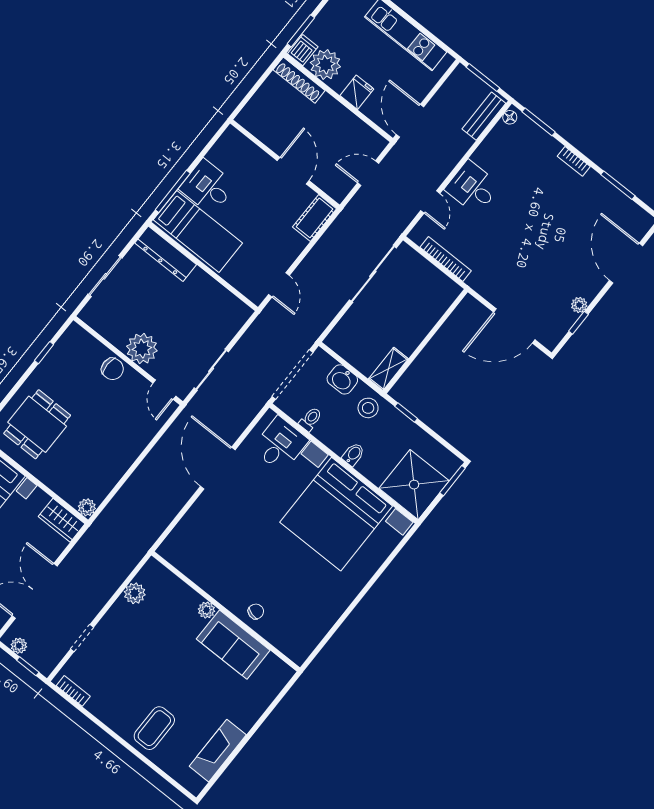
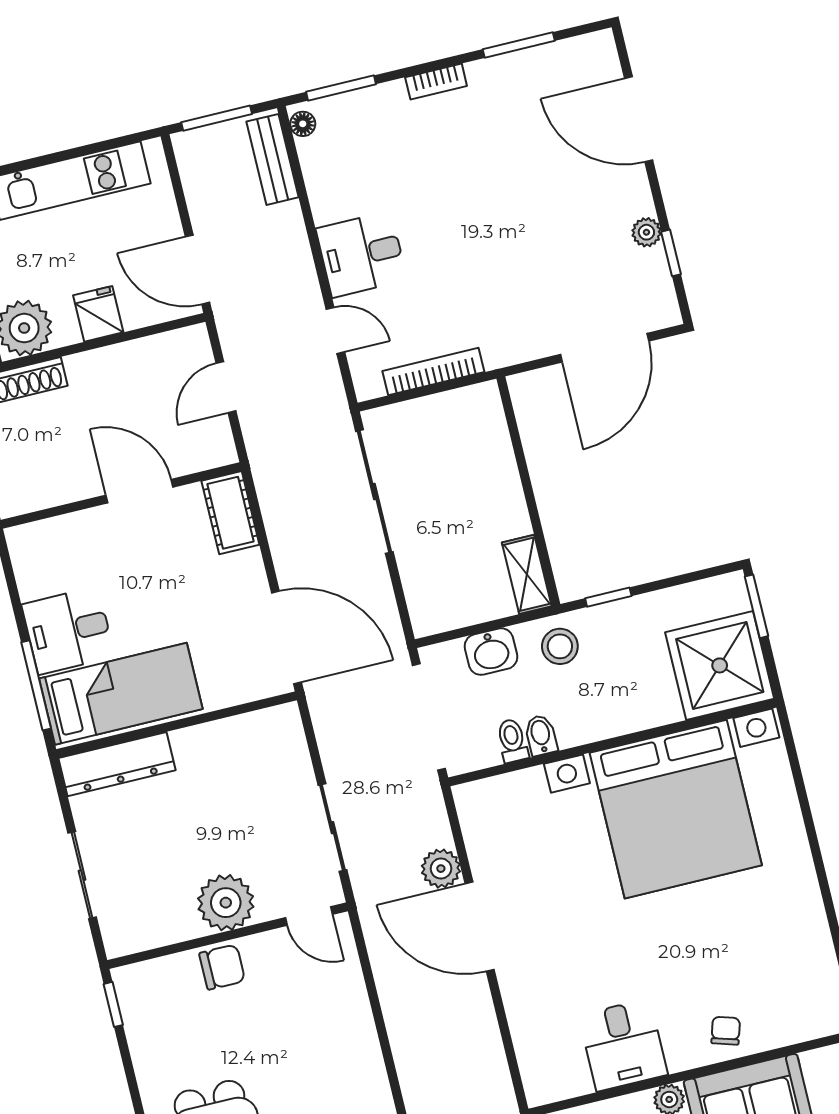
door: (279, 285) -> (286, 637), width x1.87
window: (44, 353) -> (113, 1004), moved
plant: (230, 431) -> (441, 869), added
desk: (280, 444) -> (623, 1045), moved, turned 180
bidet: (353, 454) -> (541, 735), moved

